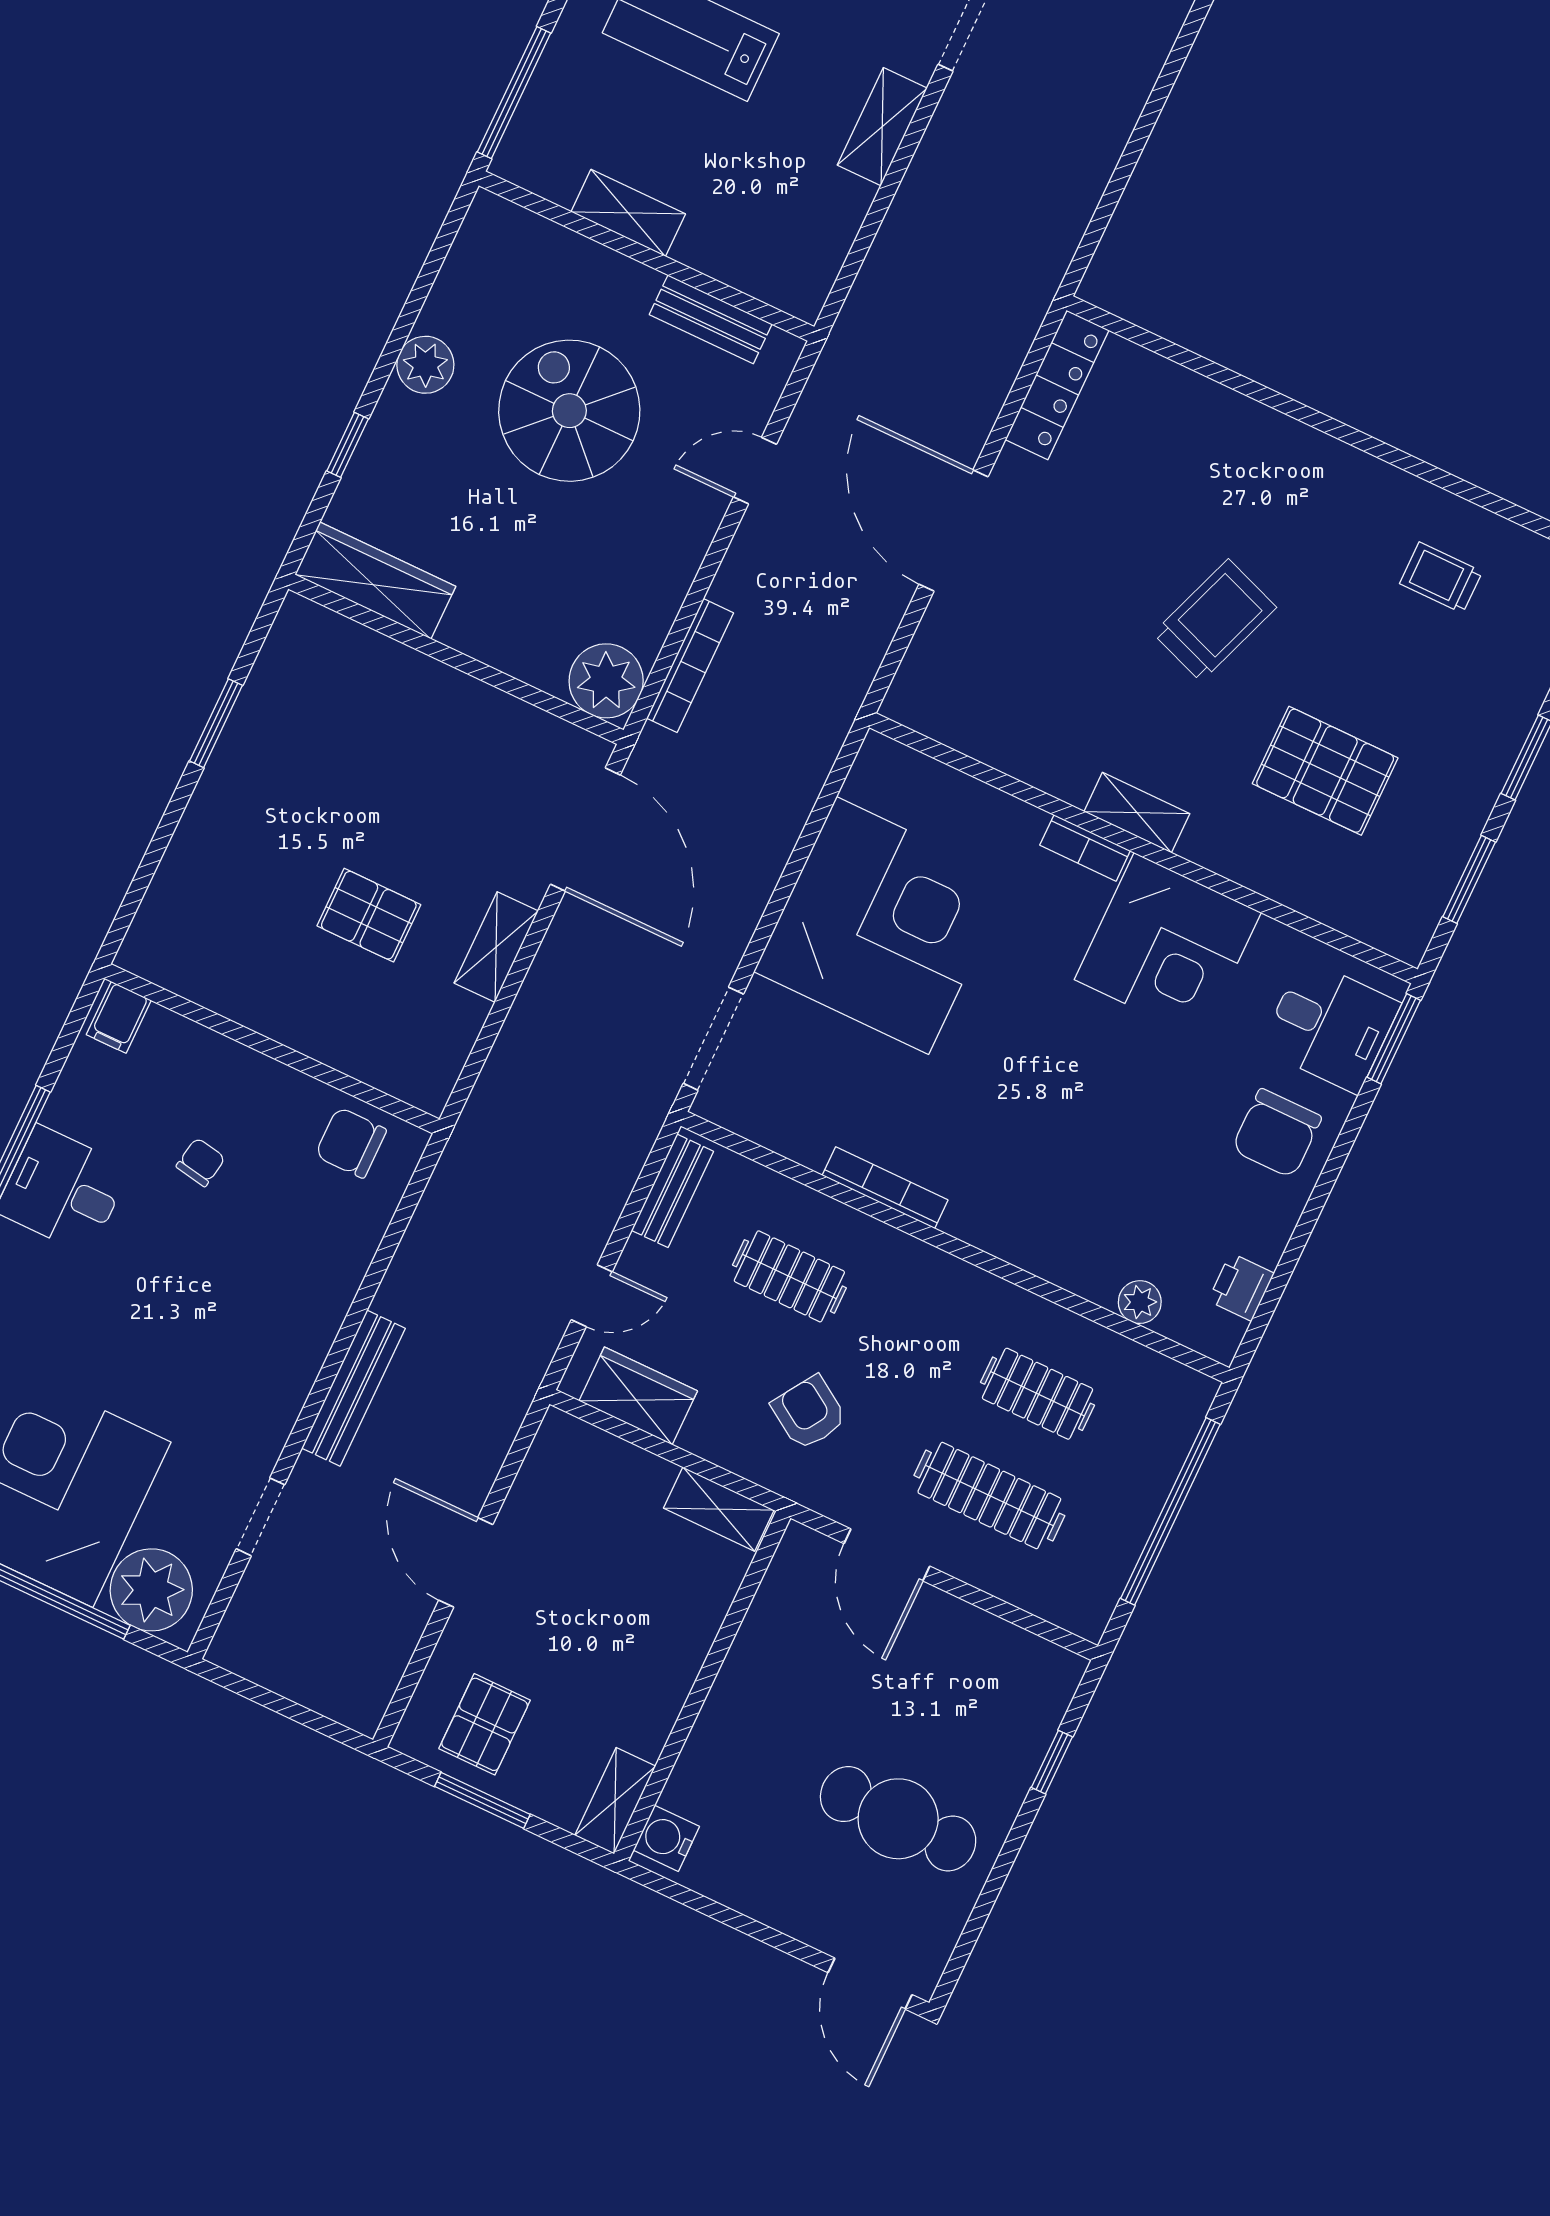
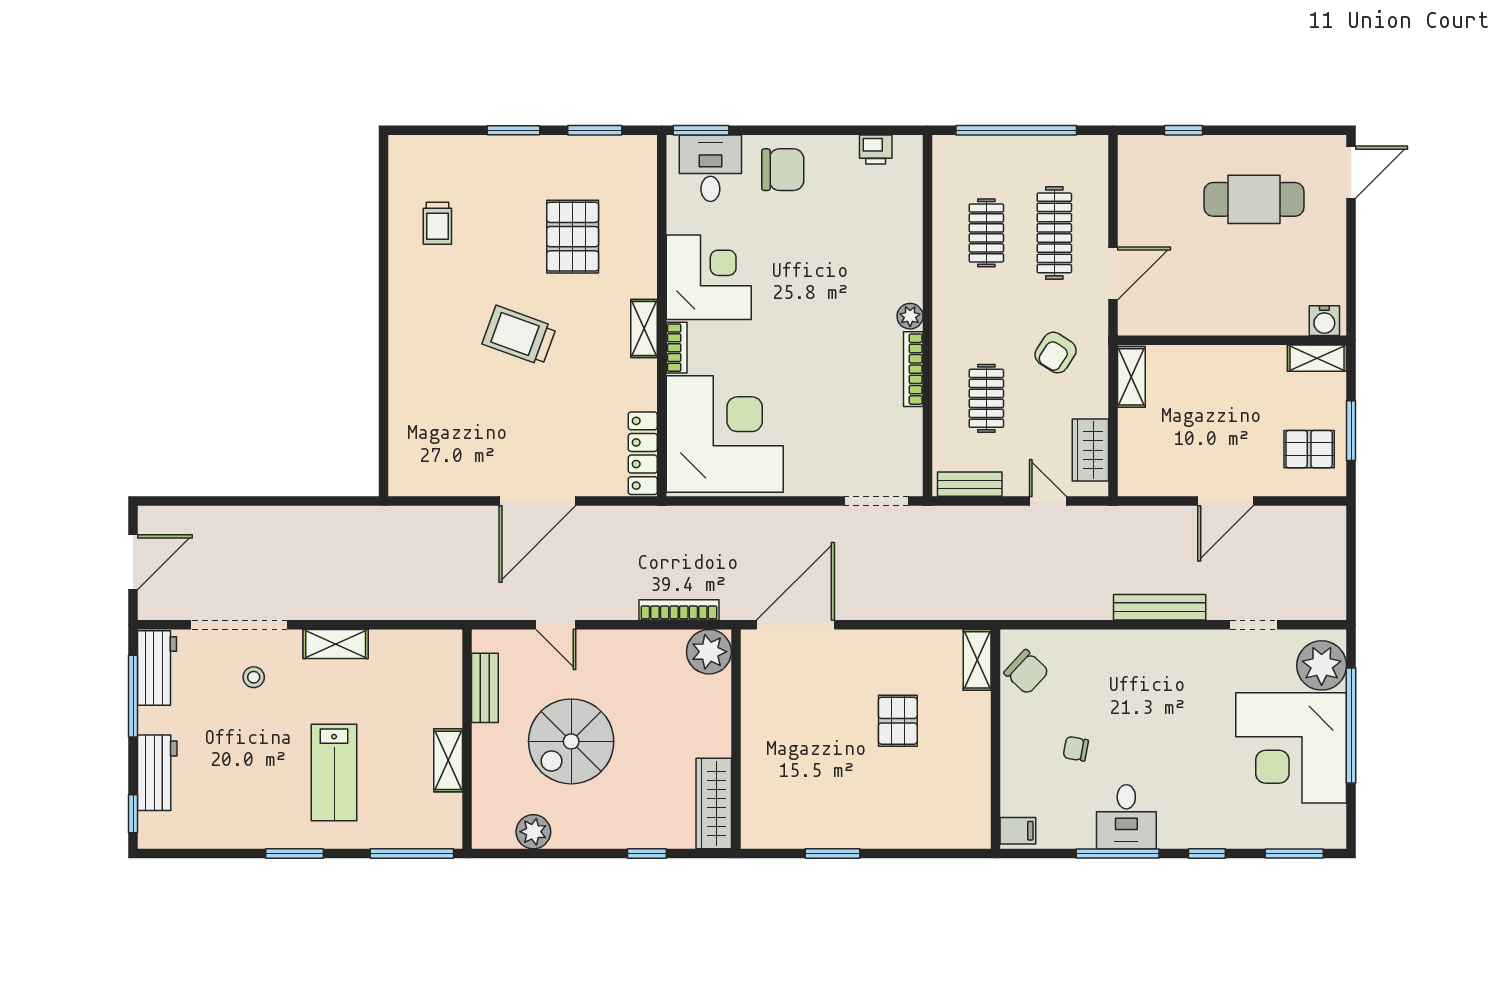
plant: (425, 365) -> (533, 832), moved
locker: (1057, 385) -> (643, 453), moved, turned -90
corner desk: (882, 926) -> (725, 434), moved, turned 90
shelving: (496, 947) -> (977, 660), moved, turned 90
chair: (351, 1143) -> (1026, 672), turned -47
plant: (1140, 1302) -> (910, 316), moved
cafe table: (898, 1819) -> (1254, 199), turned 90

